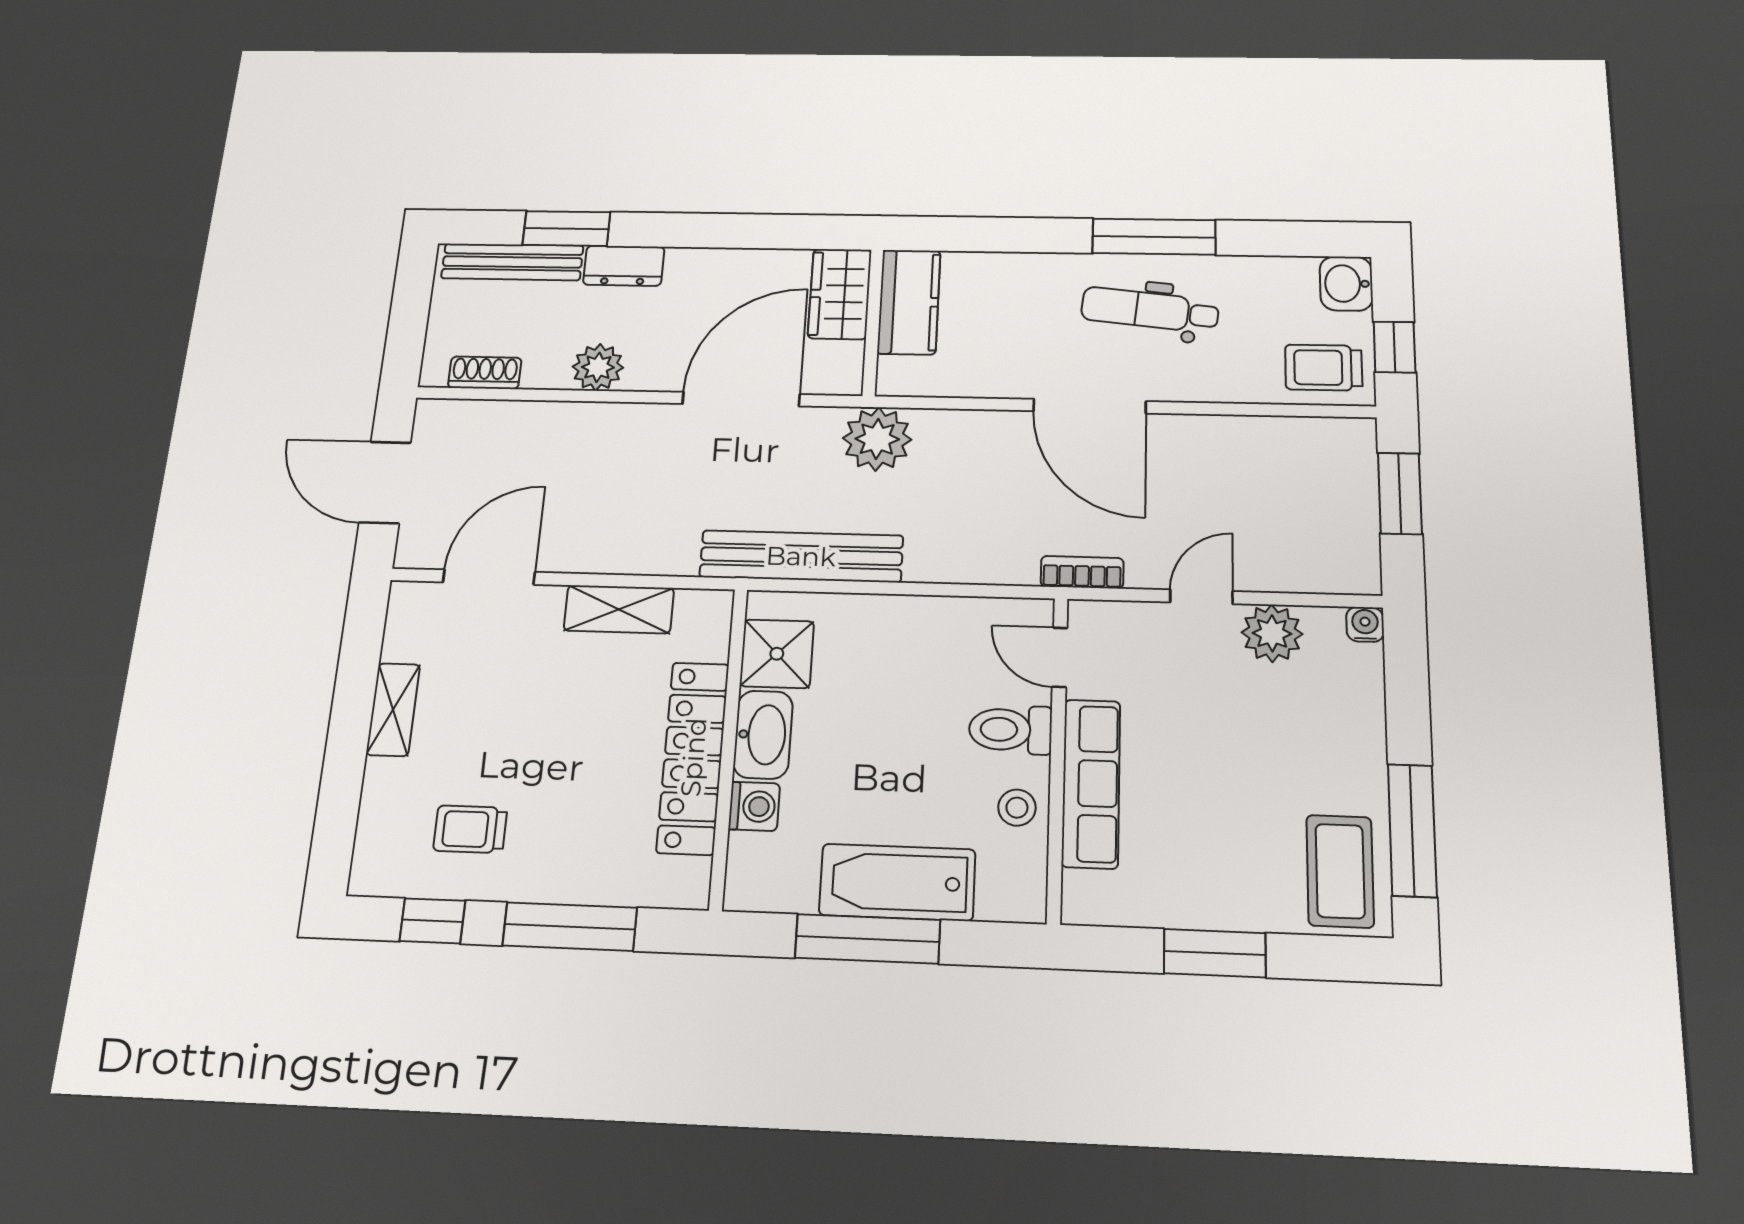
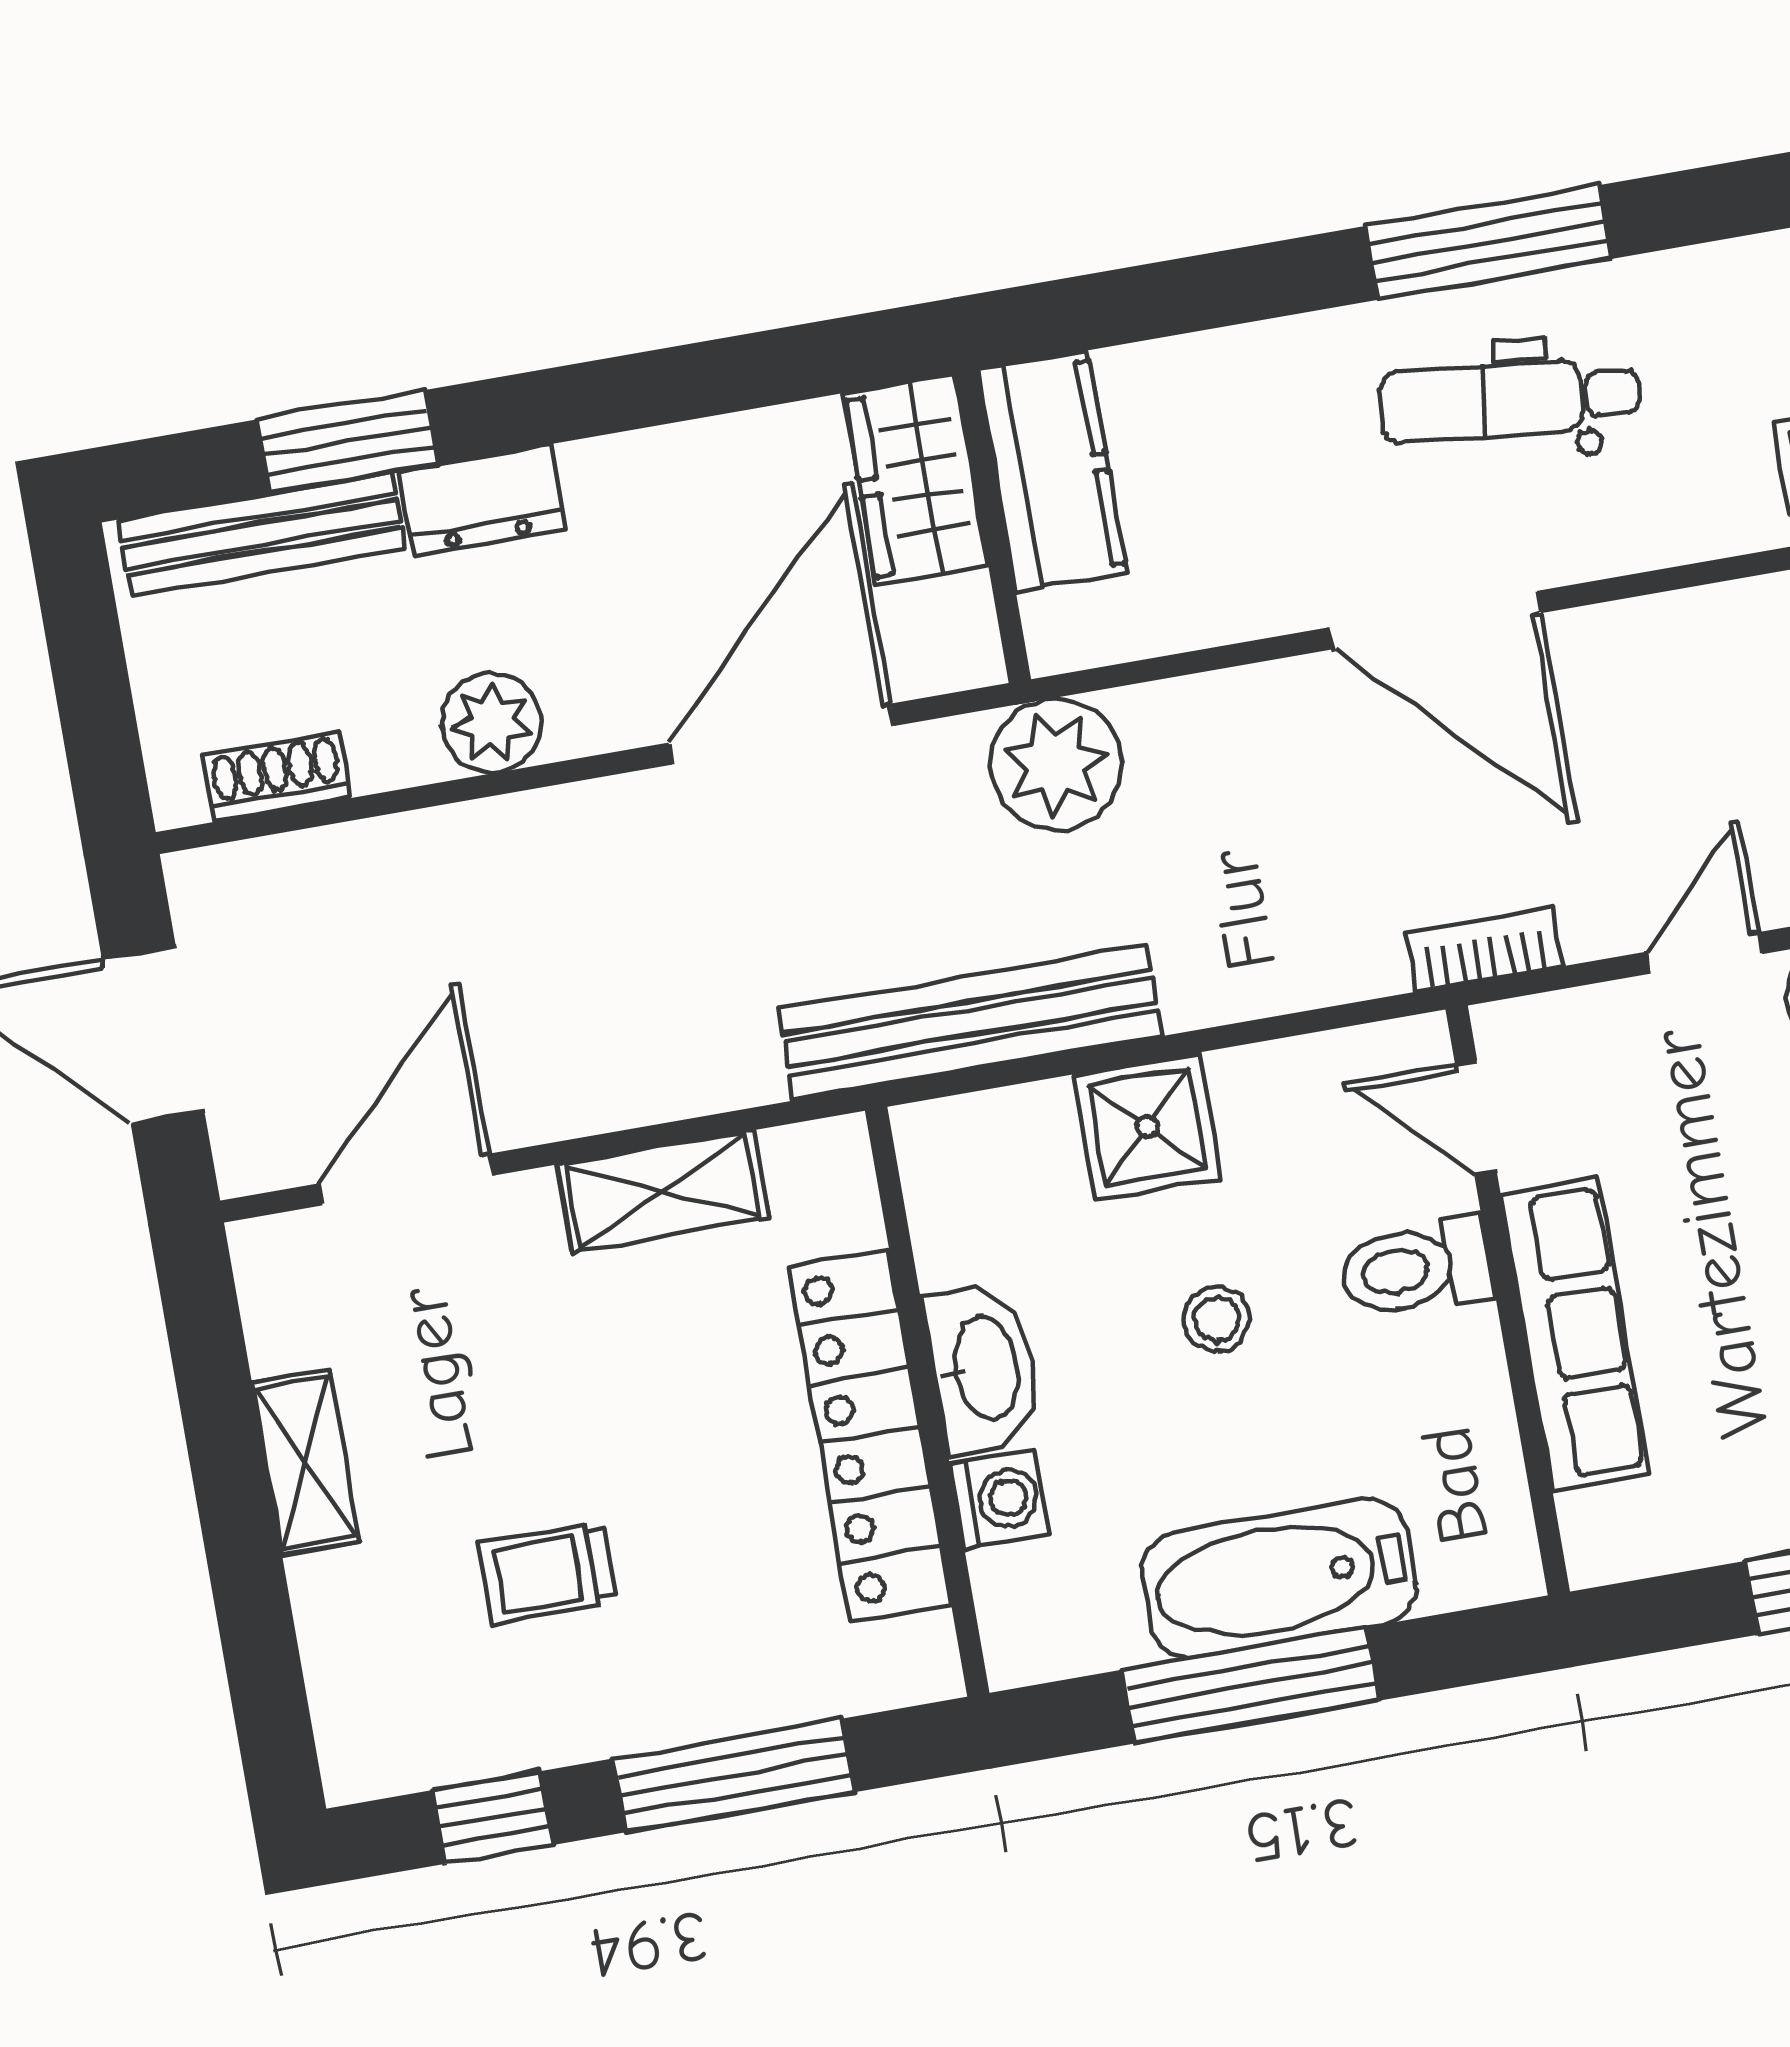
shower: (777, 654) -> (1147, 1127), moved
stool: (1017, 808) -> (1217, 1319), moved
trolley: (470, 829) -> (547, 1573), moved

